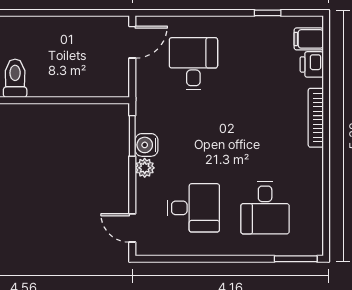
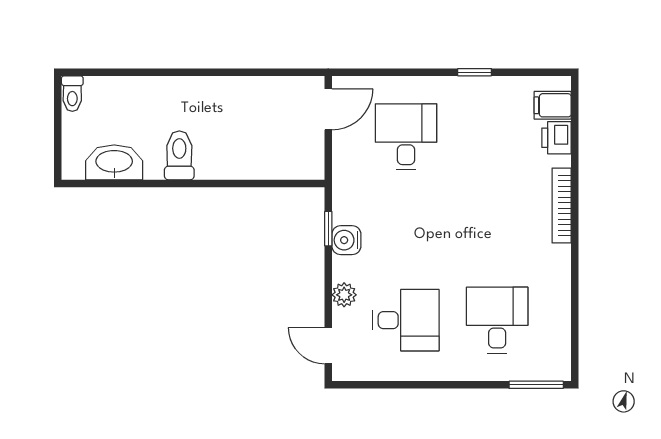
window: (268, 13) -> (475, 72), moved
window: (132, 136) -> (328, 229), width x0.67
plant: (145, 168) -> (344, 295), moved
desk: (265, 208) -> (497, 320), turned 180

